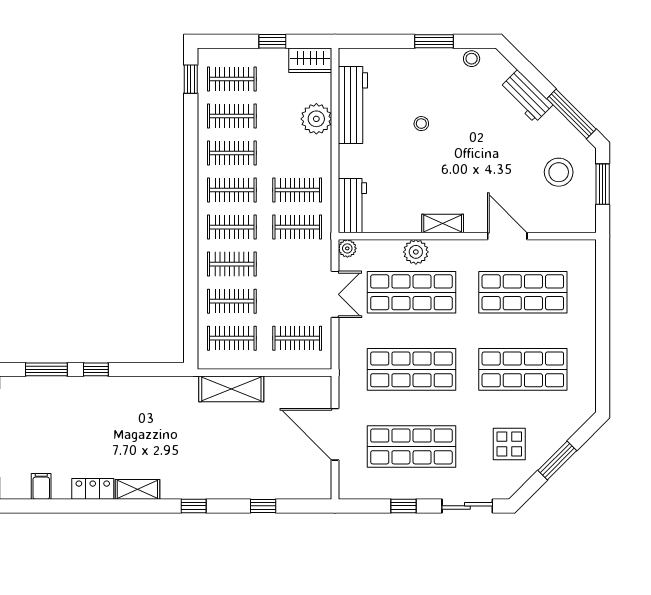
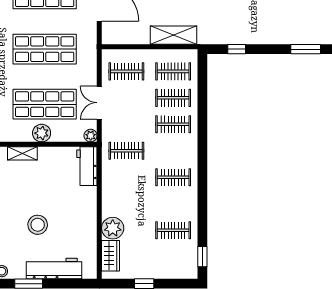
wardrobe: (310, 60) -> (111, 256), moved, turned 90
clothes rail: (232, 79) -> (173, 257), removed
workbench: (353, 105) -> (54, 269), moved, turned 90
stool: (421, 124) -> (38, 225), width x1.89, depth x1.89
clothes rail: (232, 153) -> (173, 204), removed
clothes rail: (297, 190) -> (126, 177), removed
clothes rail: (232, 227) -> (173, 151), removed
window: (96, 369) -> (237, 49), moved

